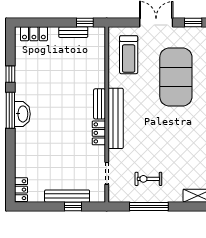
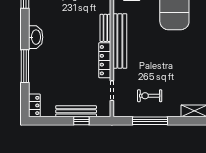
window: (10, 110) -> (25, 66), moved
locker: (99, 133) -> (105, 60), width x1.53

